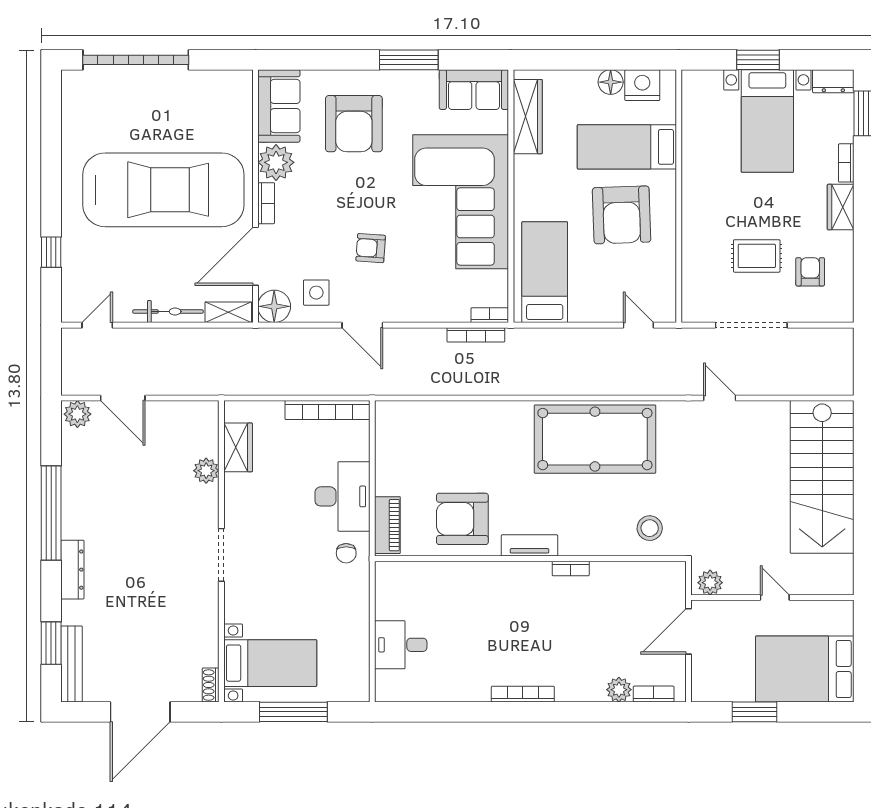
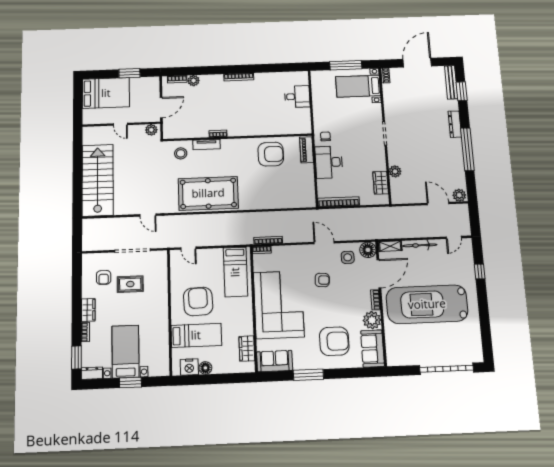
wardrobe: (528, 117) -> (247, 349), width x0.67
armchair: (354, 124) -> (334, 341), turned 90
tv unit: (529, 545) -> (206, 144), moved

